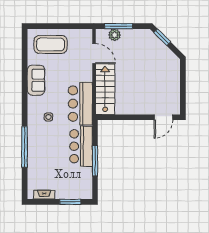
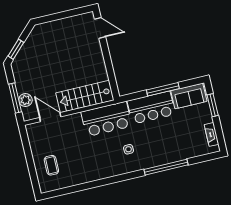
coffee table: (51, 44) -> (51, 165), width x0.54, depth x0.58
door: (94, 54) -> (50, 117), hinge flipped
sofa: (36, 80) -> (189, 96), moved, turned 180

